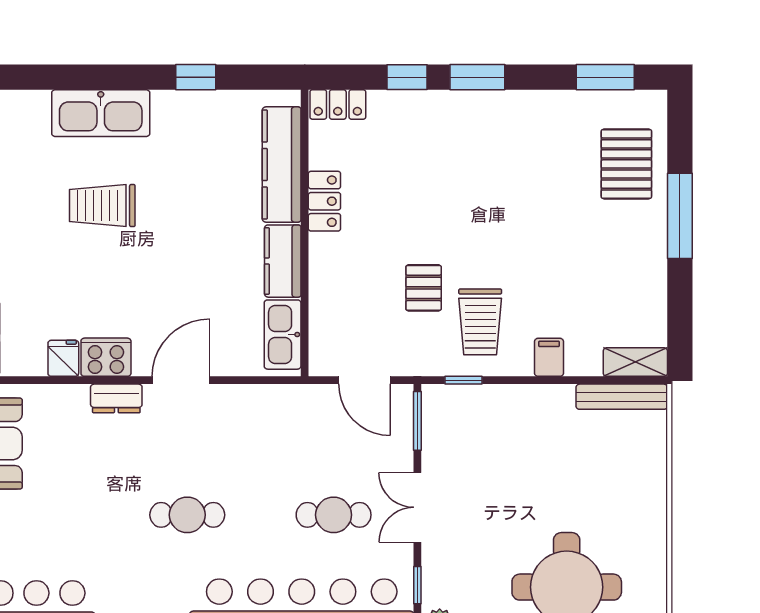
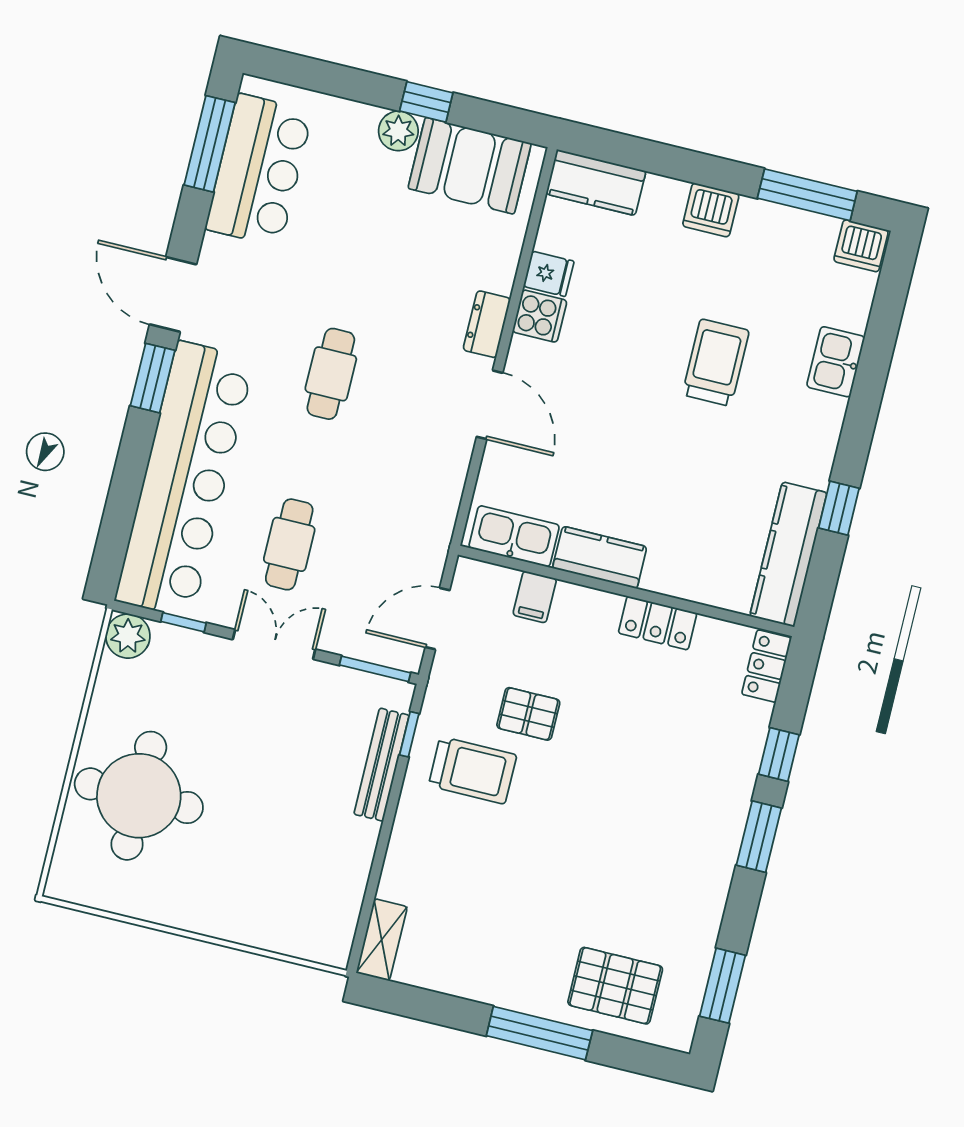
kitchen sink: (101, 113) -> (836, 362), width x0.53, depth x0.81
kitchen counter: (282, 164) -> (788, 554), moved, turned -90
trolley: (480, 322) -> (473, 770), turned 180
cooker: (106, 357) -> (540, 316), width x0.73
filing cabinet: (549, 357) -> (535, 597), moved, turned 90
bench: (622, 397) -> (381, 765), moved

